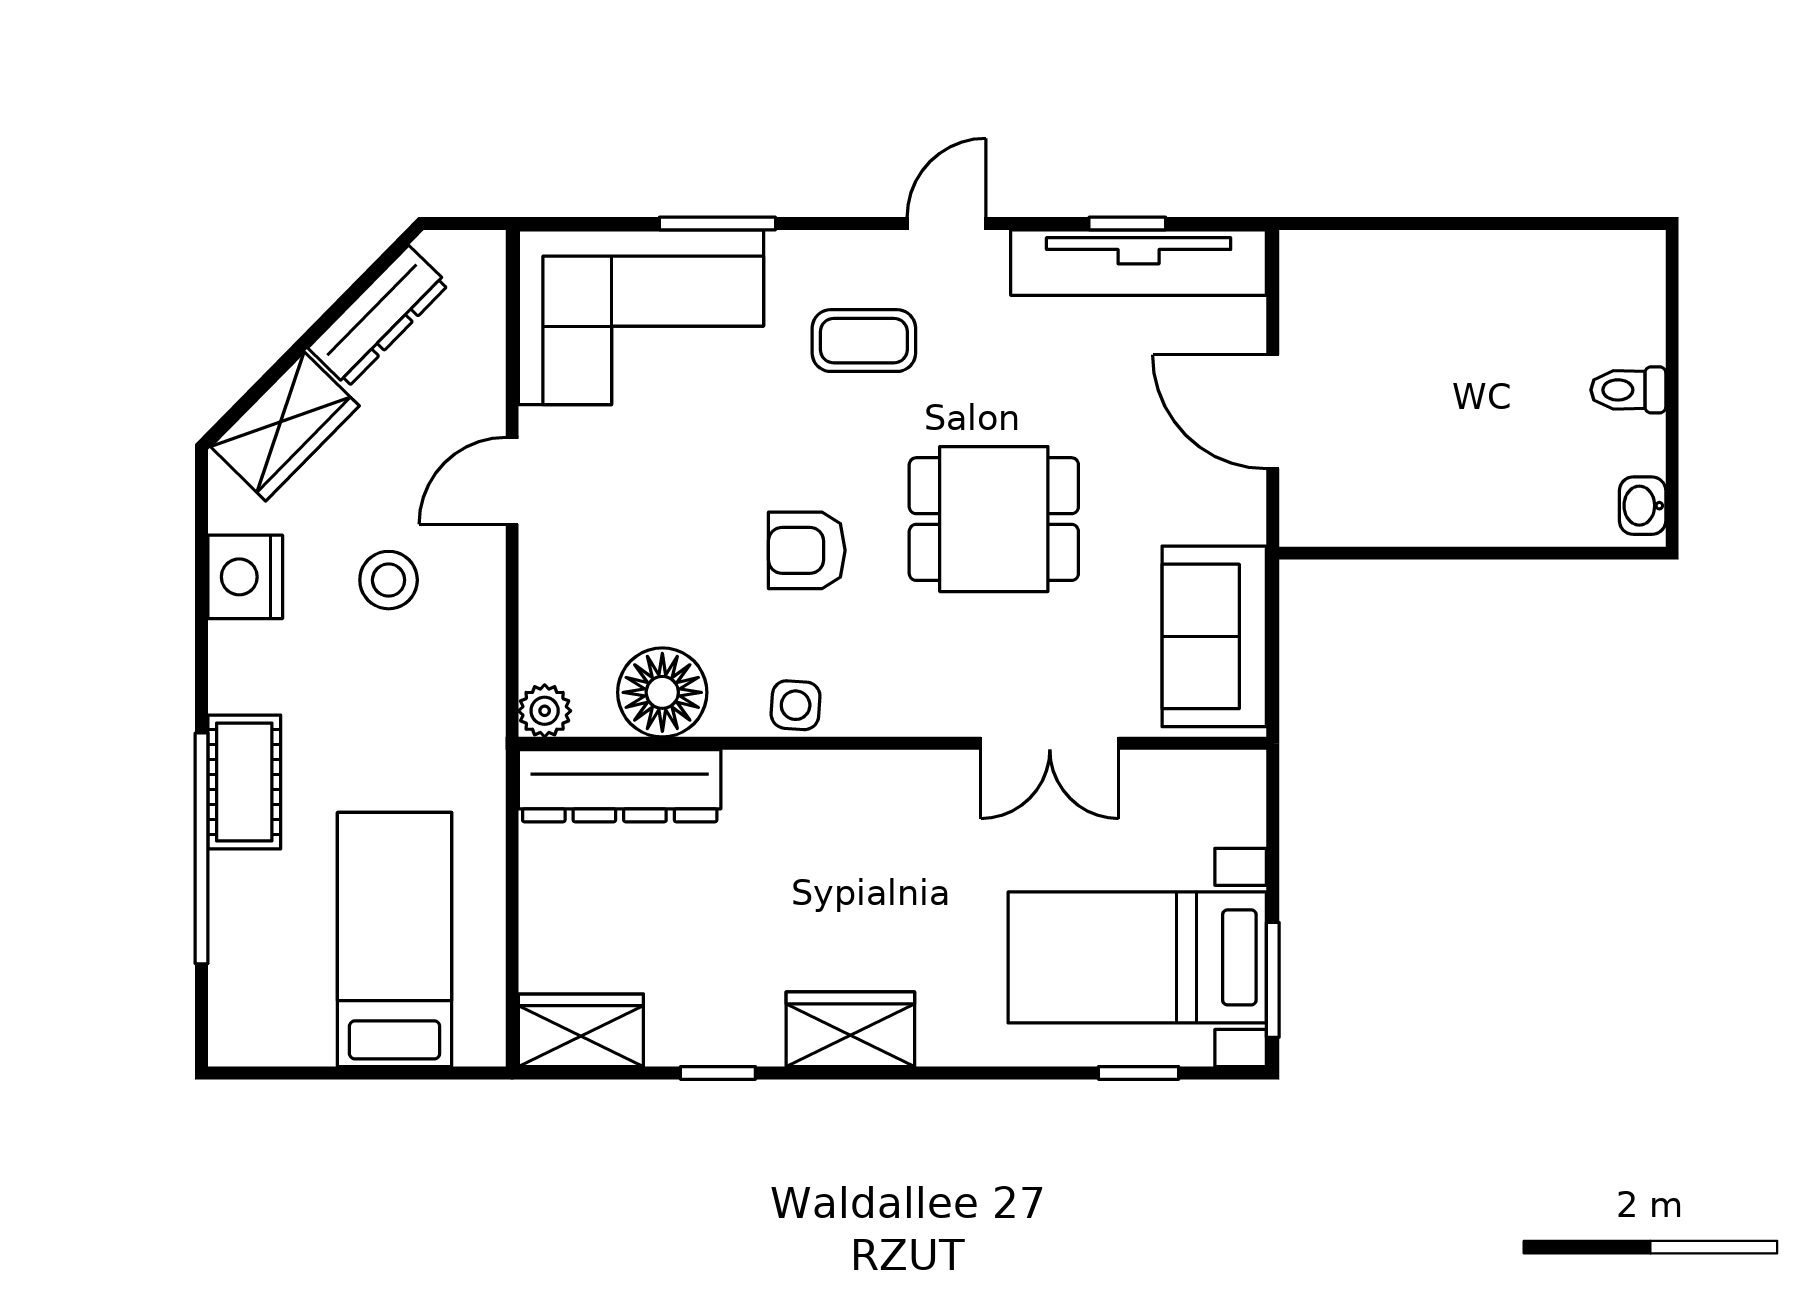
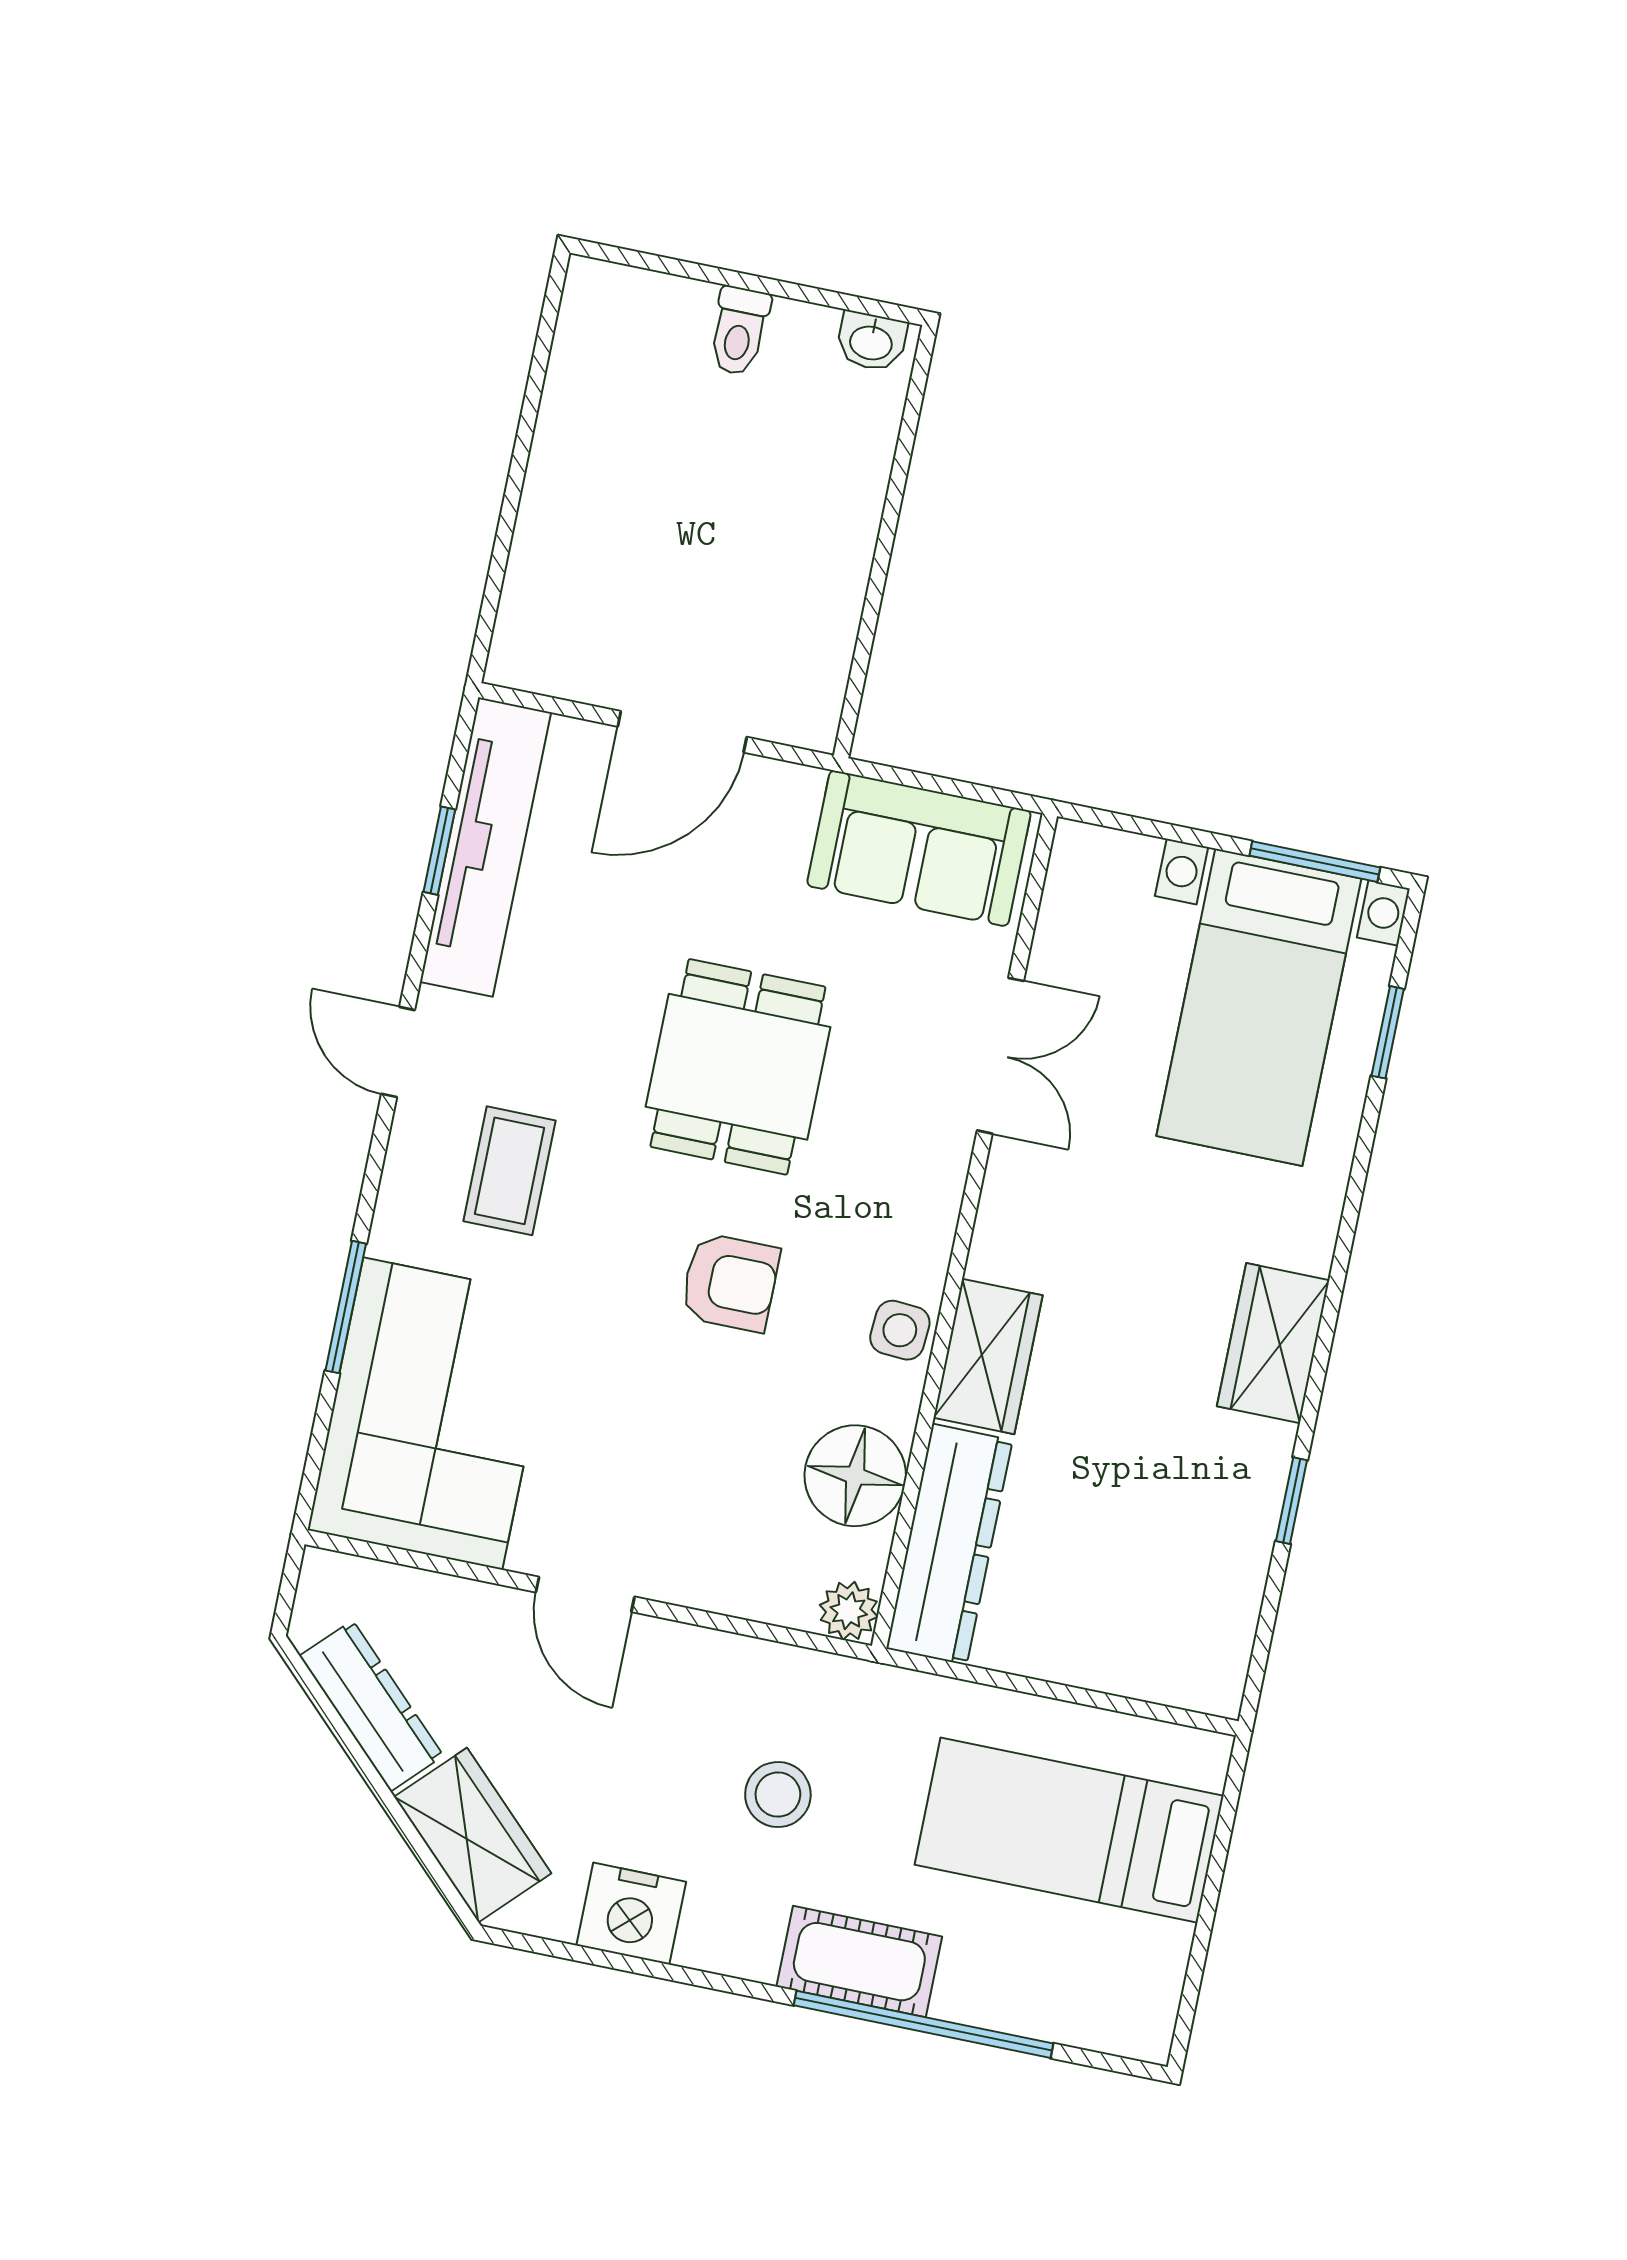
armchair: (807, 550) -> (730, 1282), turned -90
stool: (389, 580) -> (778, 1795), moved
wardrobe: (581, 1030) -> (988, 1357), moved, turned 180

